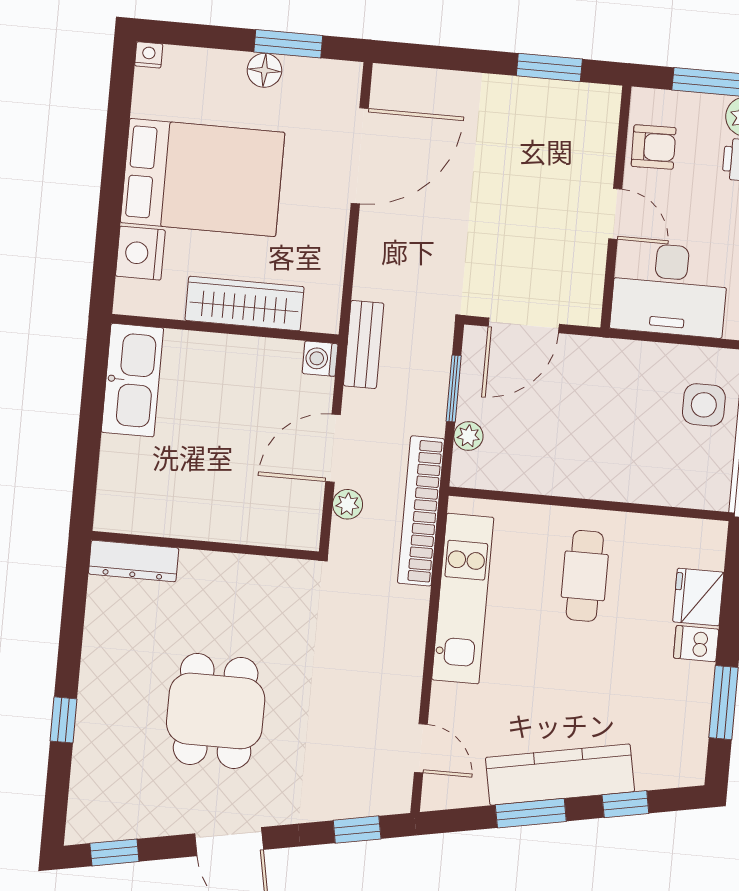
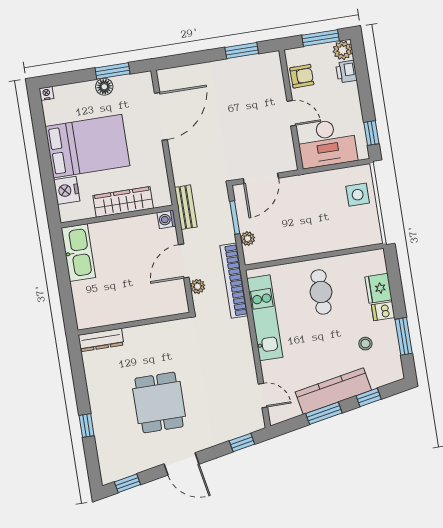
stool: (646, 698) -> (365, 344), added

